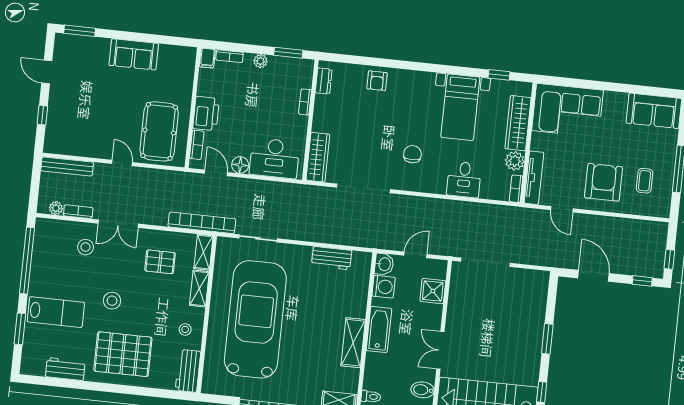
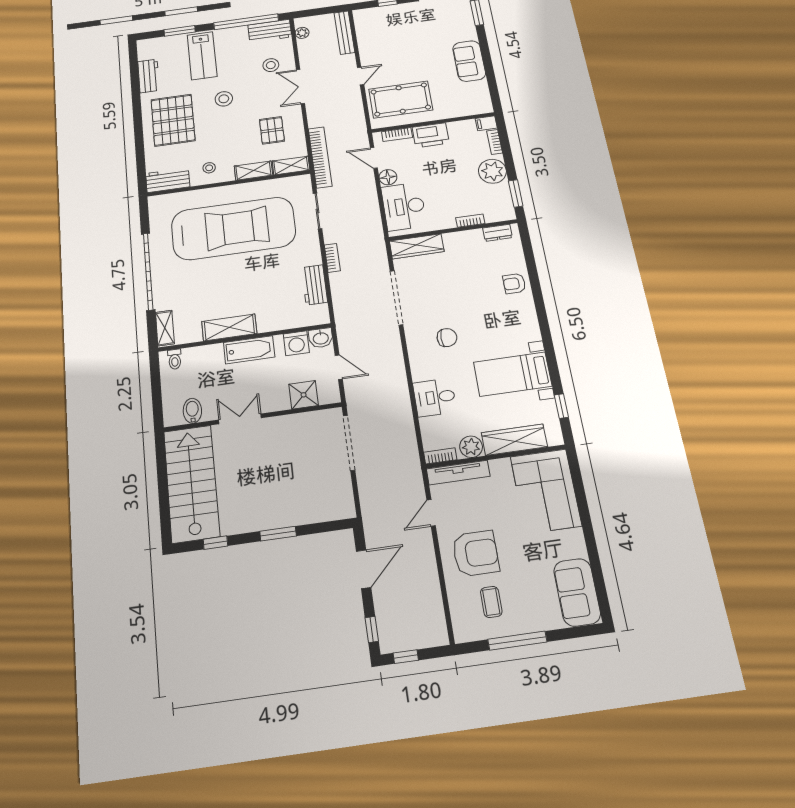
plant: (260, 61) -> (492, 171), width x1.87, depth x1.87
door: (216, 173) -> (374, 158), swing flipped
coffee table: (645, 181) -> (491, 602), turned 90
bookcase: (78, 212) -> (332, 258), moved
workbench: (45, 239) -> (270, 31), added

